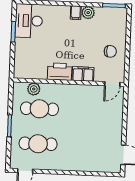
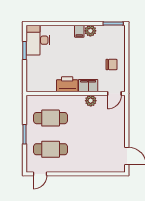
plant: (34, 89) -> (91, 101), moved

